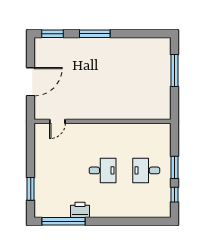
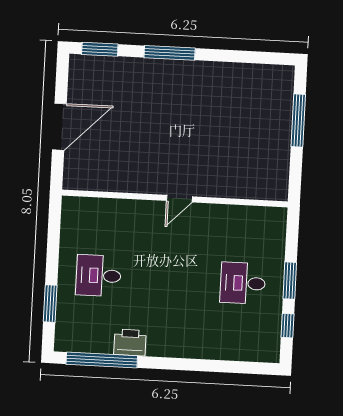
door: (57, 121) -> (179, 199), moved
desk: (103, 170) -> (98, 276), moved, turned 180

